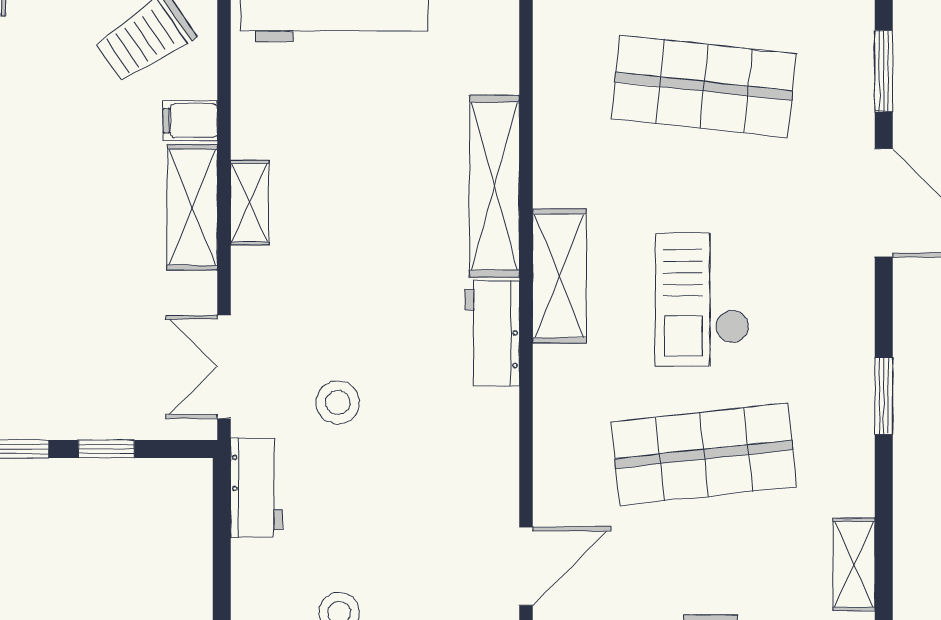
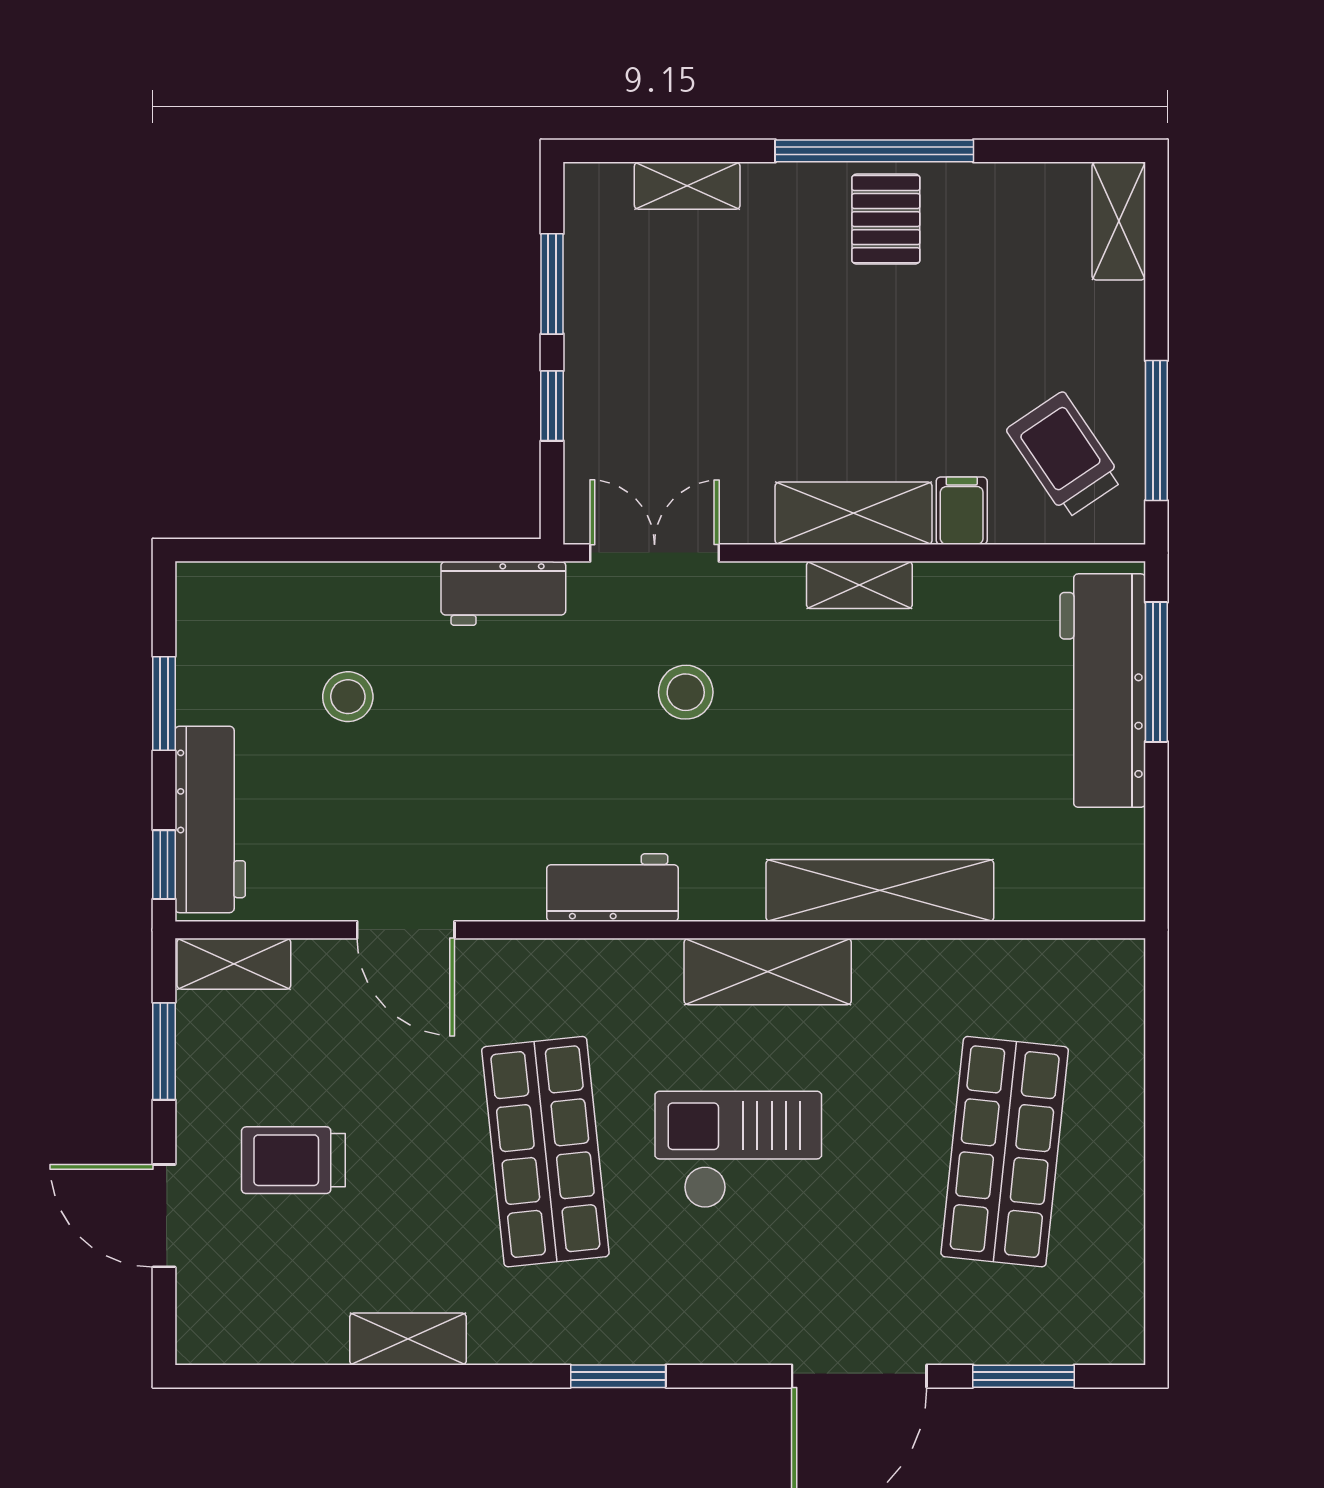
workbench: (492, 334) -> (612, 888), moved
stool: (338, 402) -> (686, 692), moved

